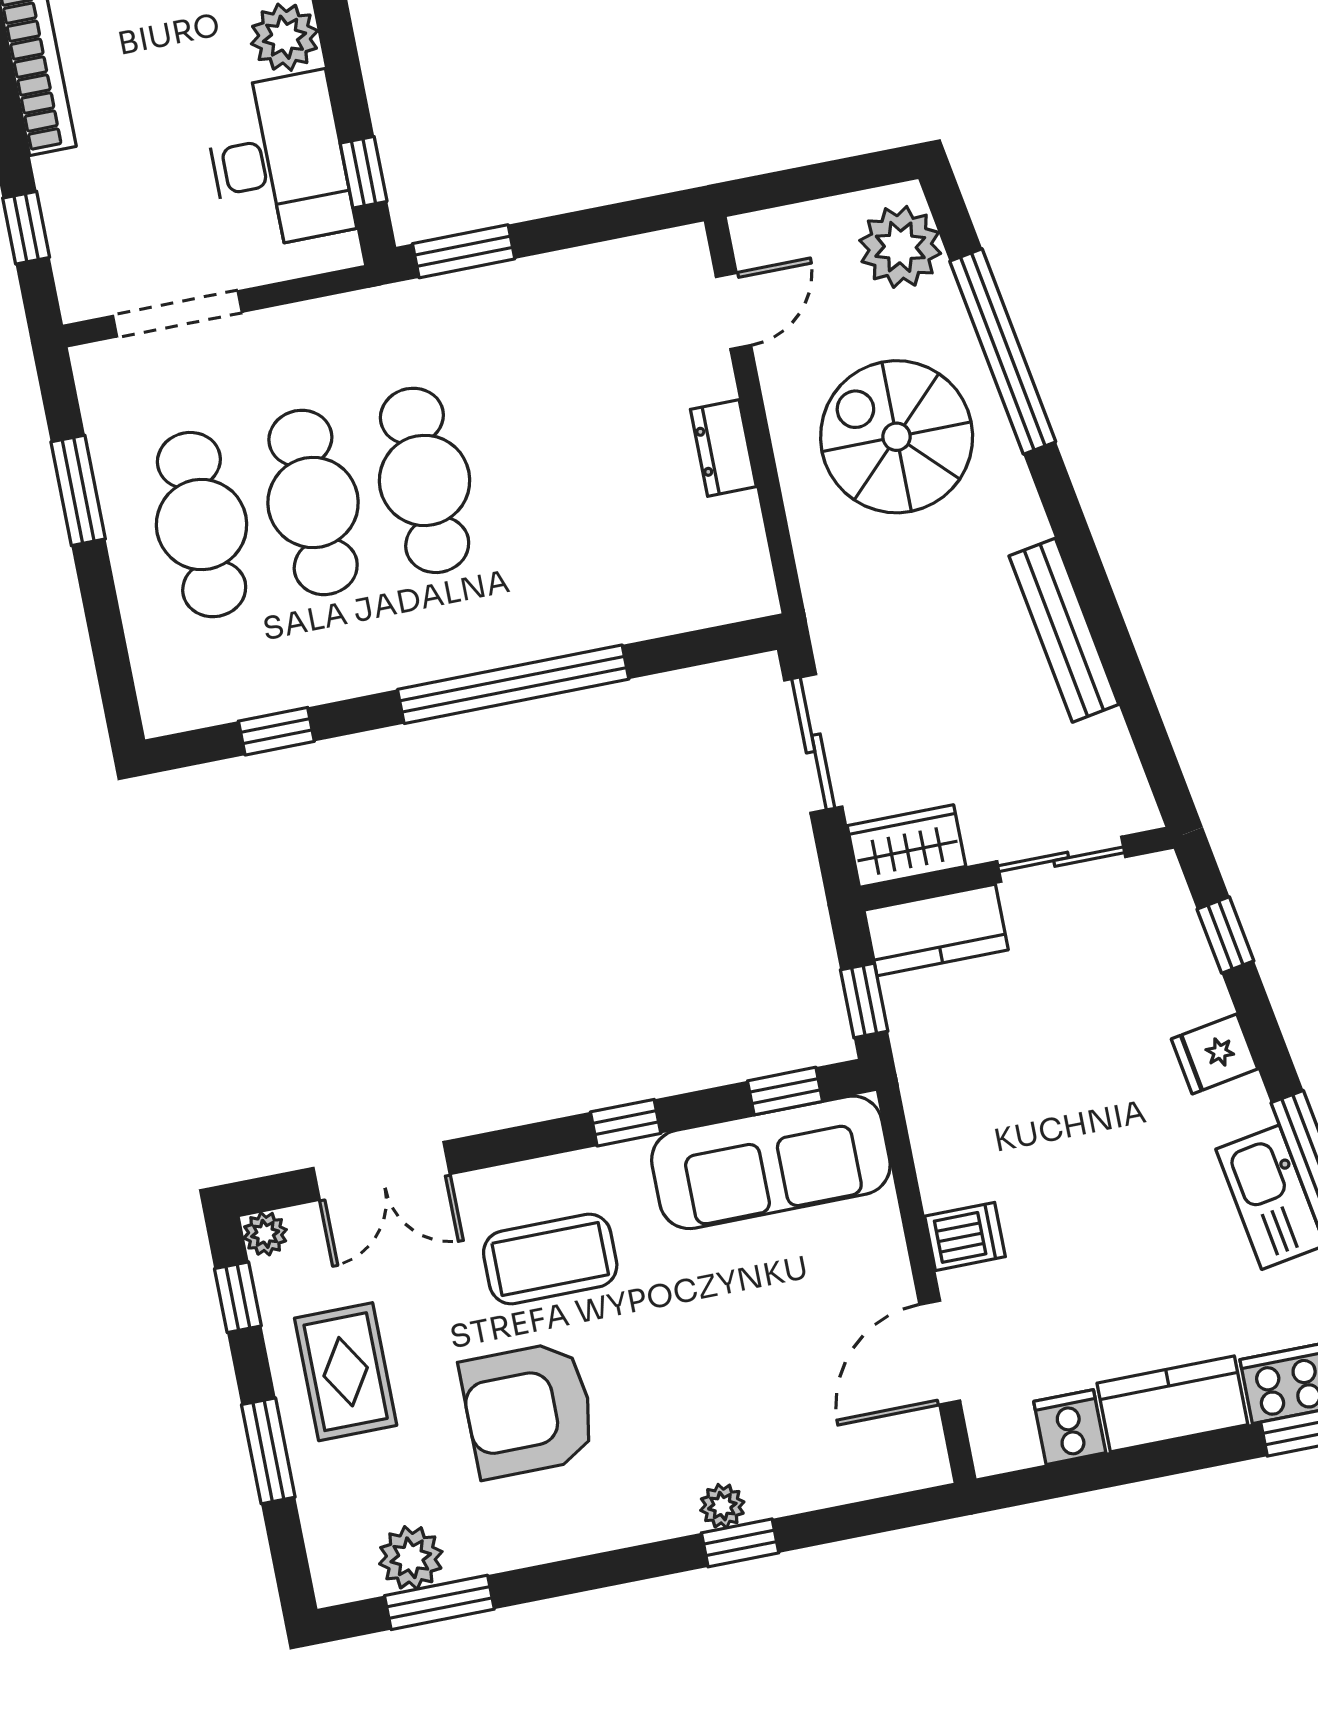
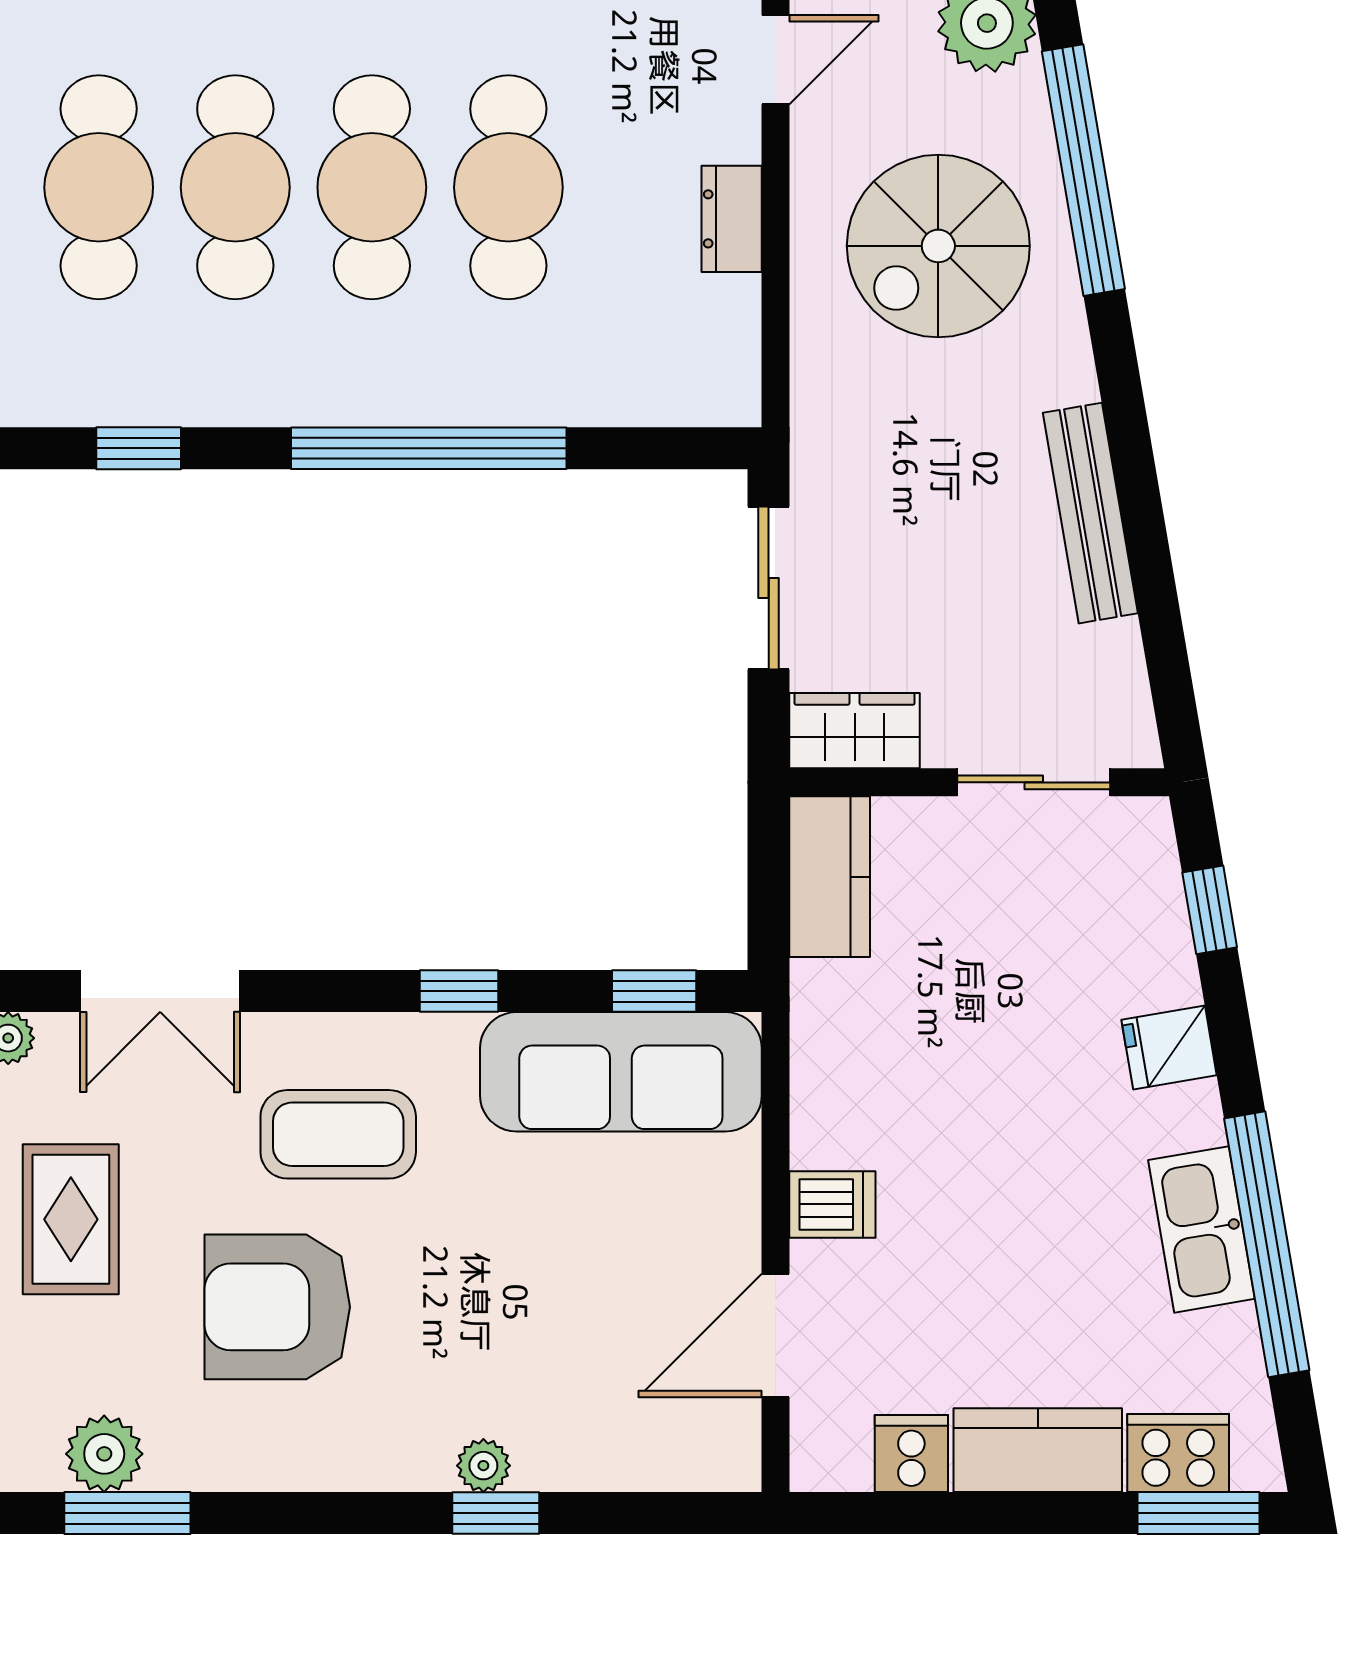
spiral stairs: (897, 437) -> (938, 246), turned -90
cafe table: (536, 458) -> (508, 187), added
kitchen counter: (936, 930) -> (830, 877), moved, turned -90
window: (864, 1000) -> (769, 903), removed

